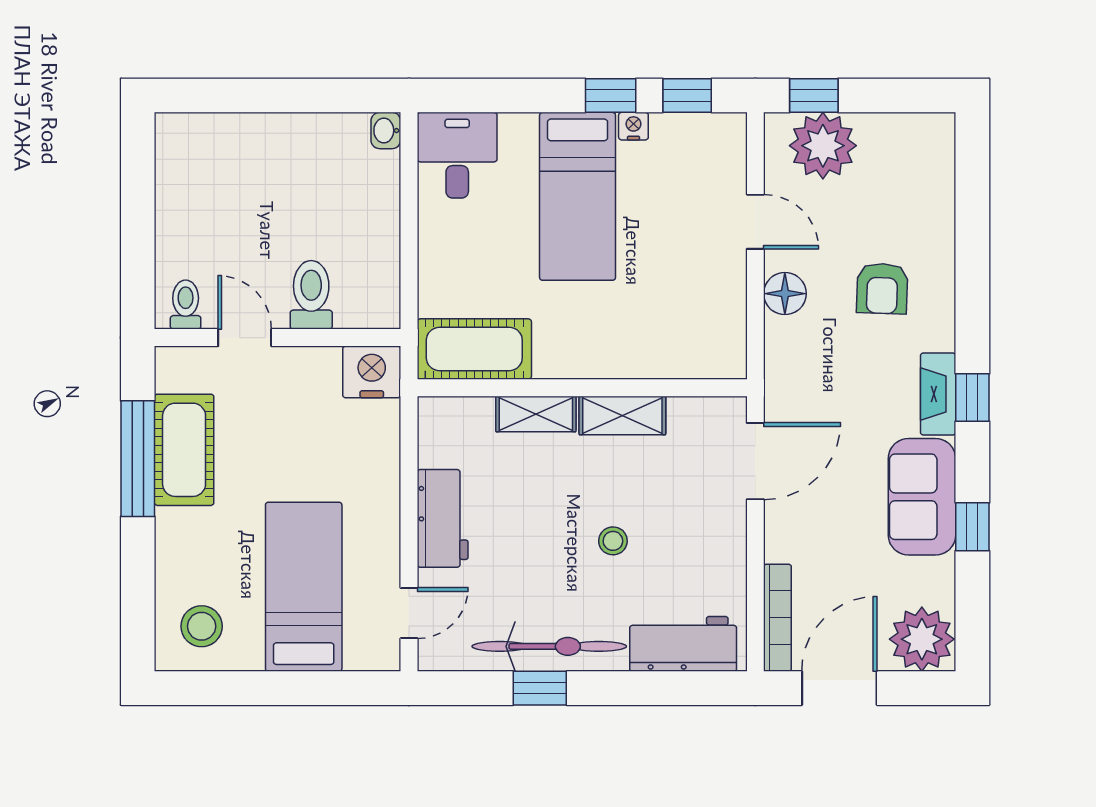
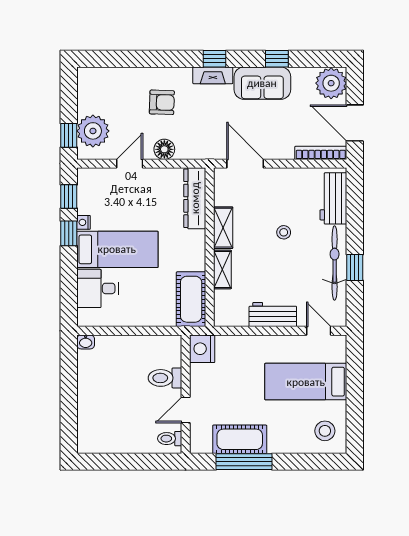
desk: (457, 155) -> (97, 288), moved
dresser: (684, 357) -> (195, 198), added

